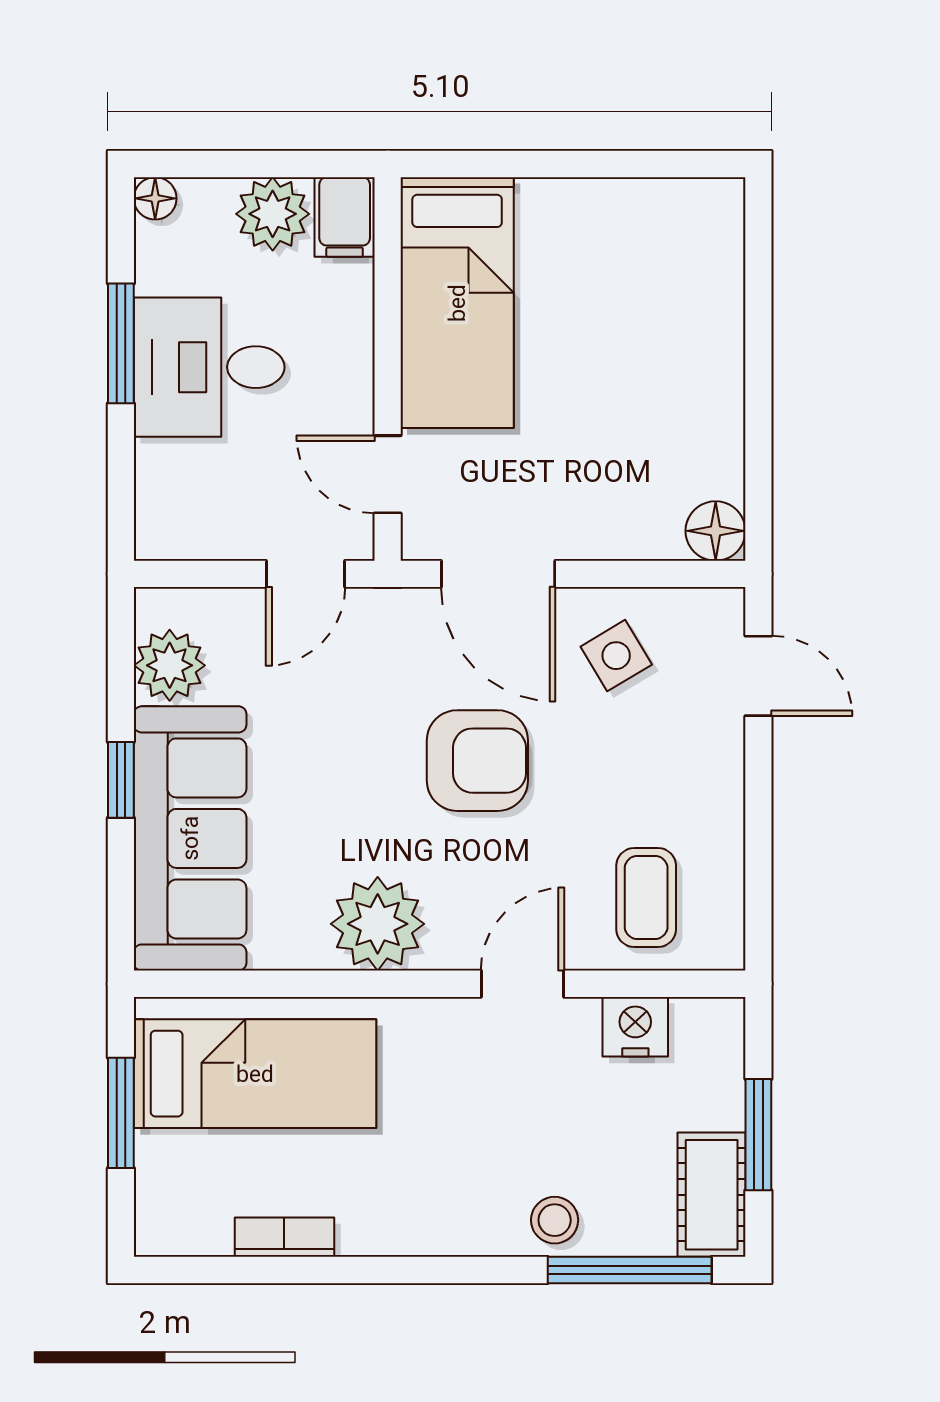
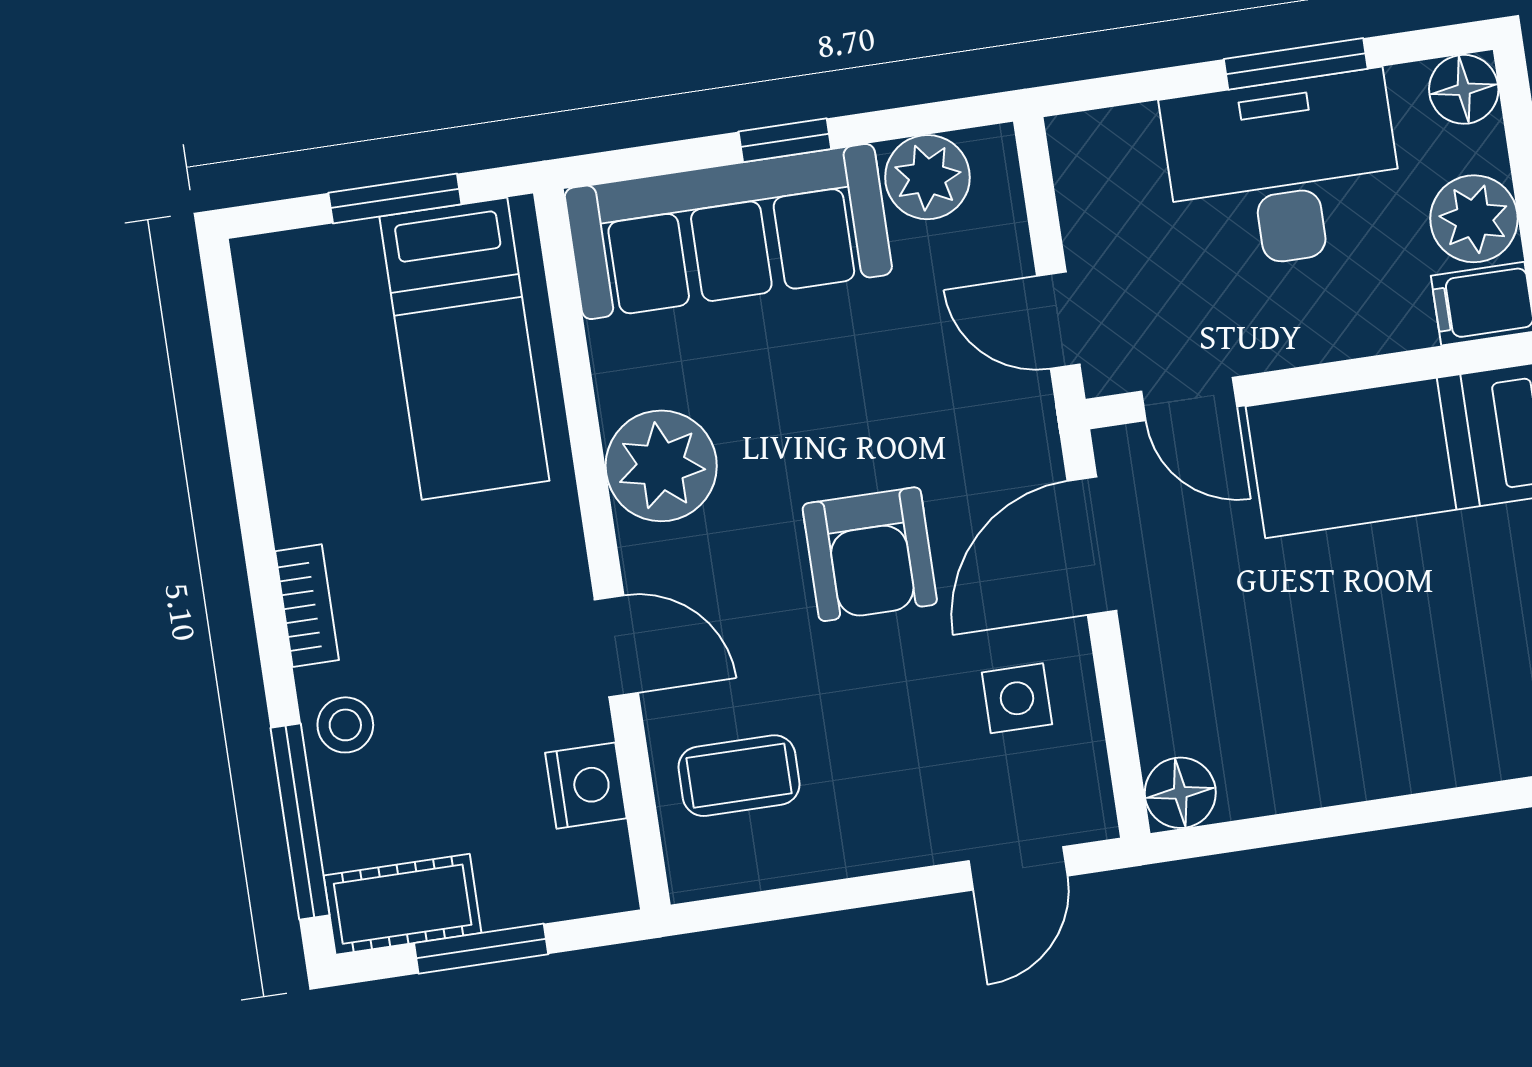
floor lamp: (155, 198) -> (1464, 89), width x1.37, depth x1.37
desk: (209, 367) -> (1283, 171), width x1.37
door: (388, 474) -> (1189, 399), swing flipped
side table: (616, 656) -> (1017, 698), turned 31
bookcase: (284, 1237) -> (307, 606), moved

